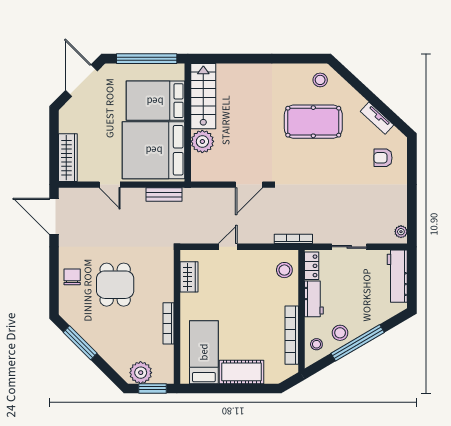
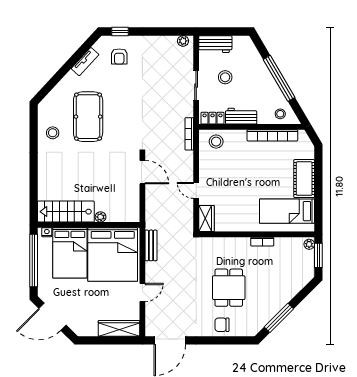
nightstand: (179, 74) -> (47, 232), added
stool: (320, 80) -> (53, 133), moved
plant: (202, 141) -> (101, 217), width x0.53, depth x0.53
window: (412, 159) -> (120, 32), added
workbench: (397, 276) -> (215, 44), width x0.73
wardrobe: (189, 277) -> (206, 218), moved, turned 90
dining table: (115, 285) -> (229, 288), turned 90
bookcase: (169, 323) -> (262, 242), width x0.64
stool: (340, 333) -> (225, 77), moved
plant: (141, 373) -> (309, 244), moved, width x0.53, depth x0.53

